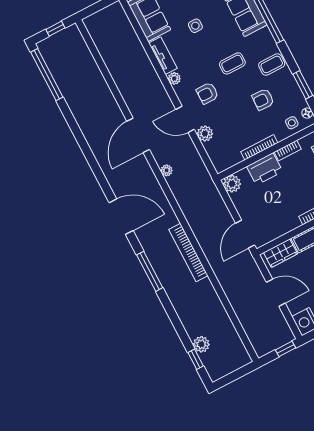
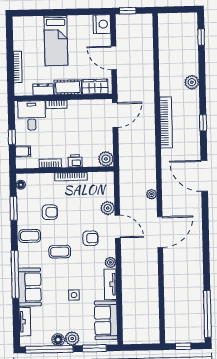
side table: (292, 123) -> (36, 183), removed
printer: (265, 169) -> (75, 161), width x0.53, depth x0.68
window: (150, 271) -> (203, 123), width x0.46
plant: (201, 344) -> (192, 82), moved

